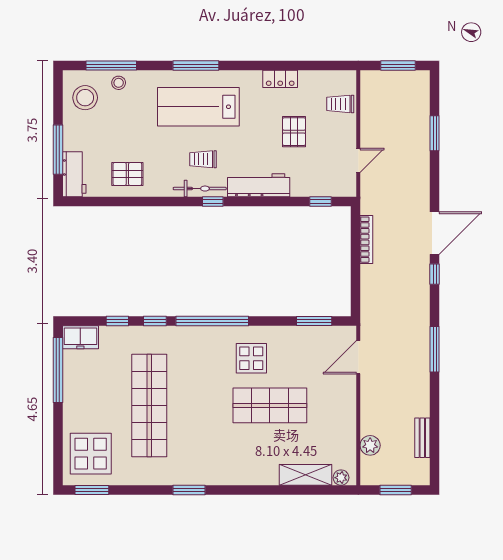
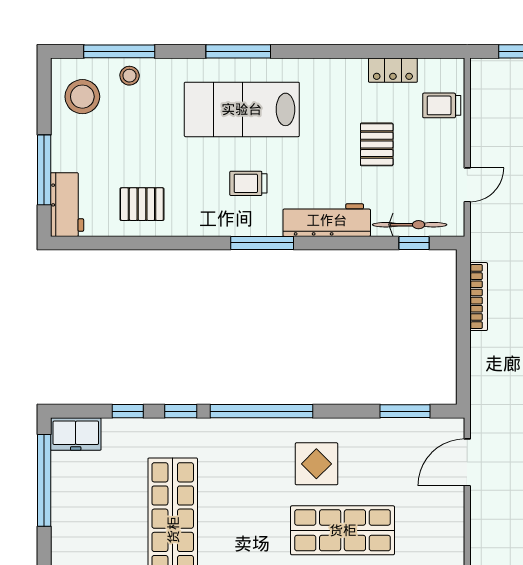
locker: (280, 79) -> (393, 70), moved
bicycle: (200, 189) -> (410, 225), moved
window: (213, 202) -> (262, 243), width x2.17

